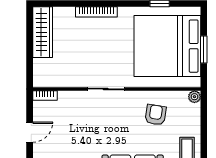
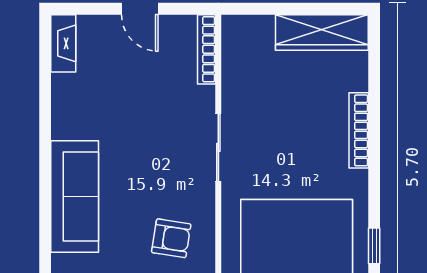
bookcase: (45, 95) -> (207, 49), width x1.56

